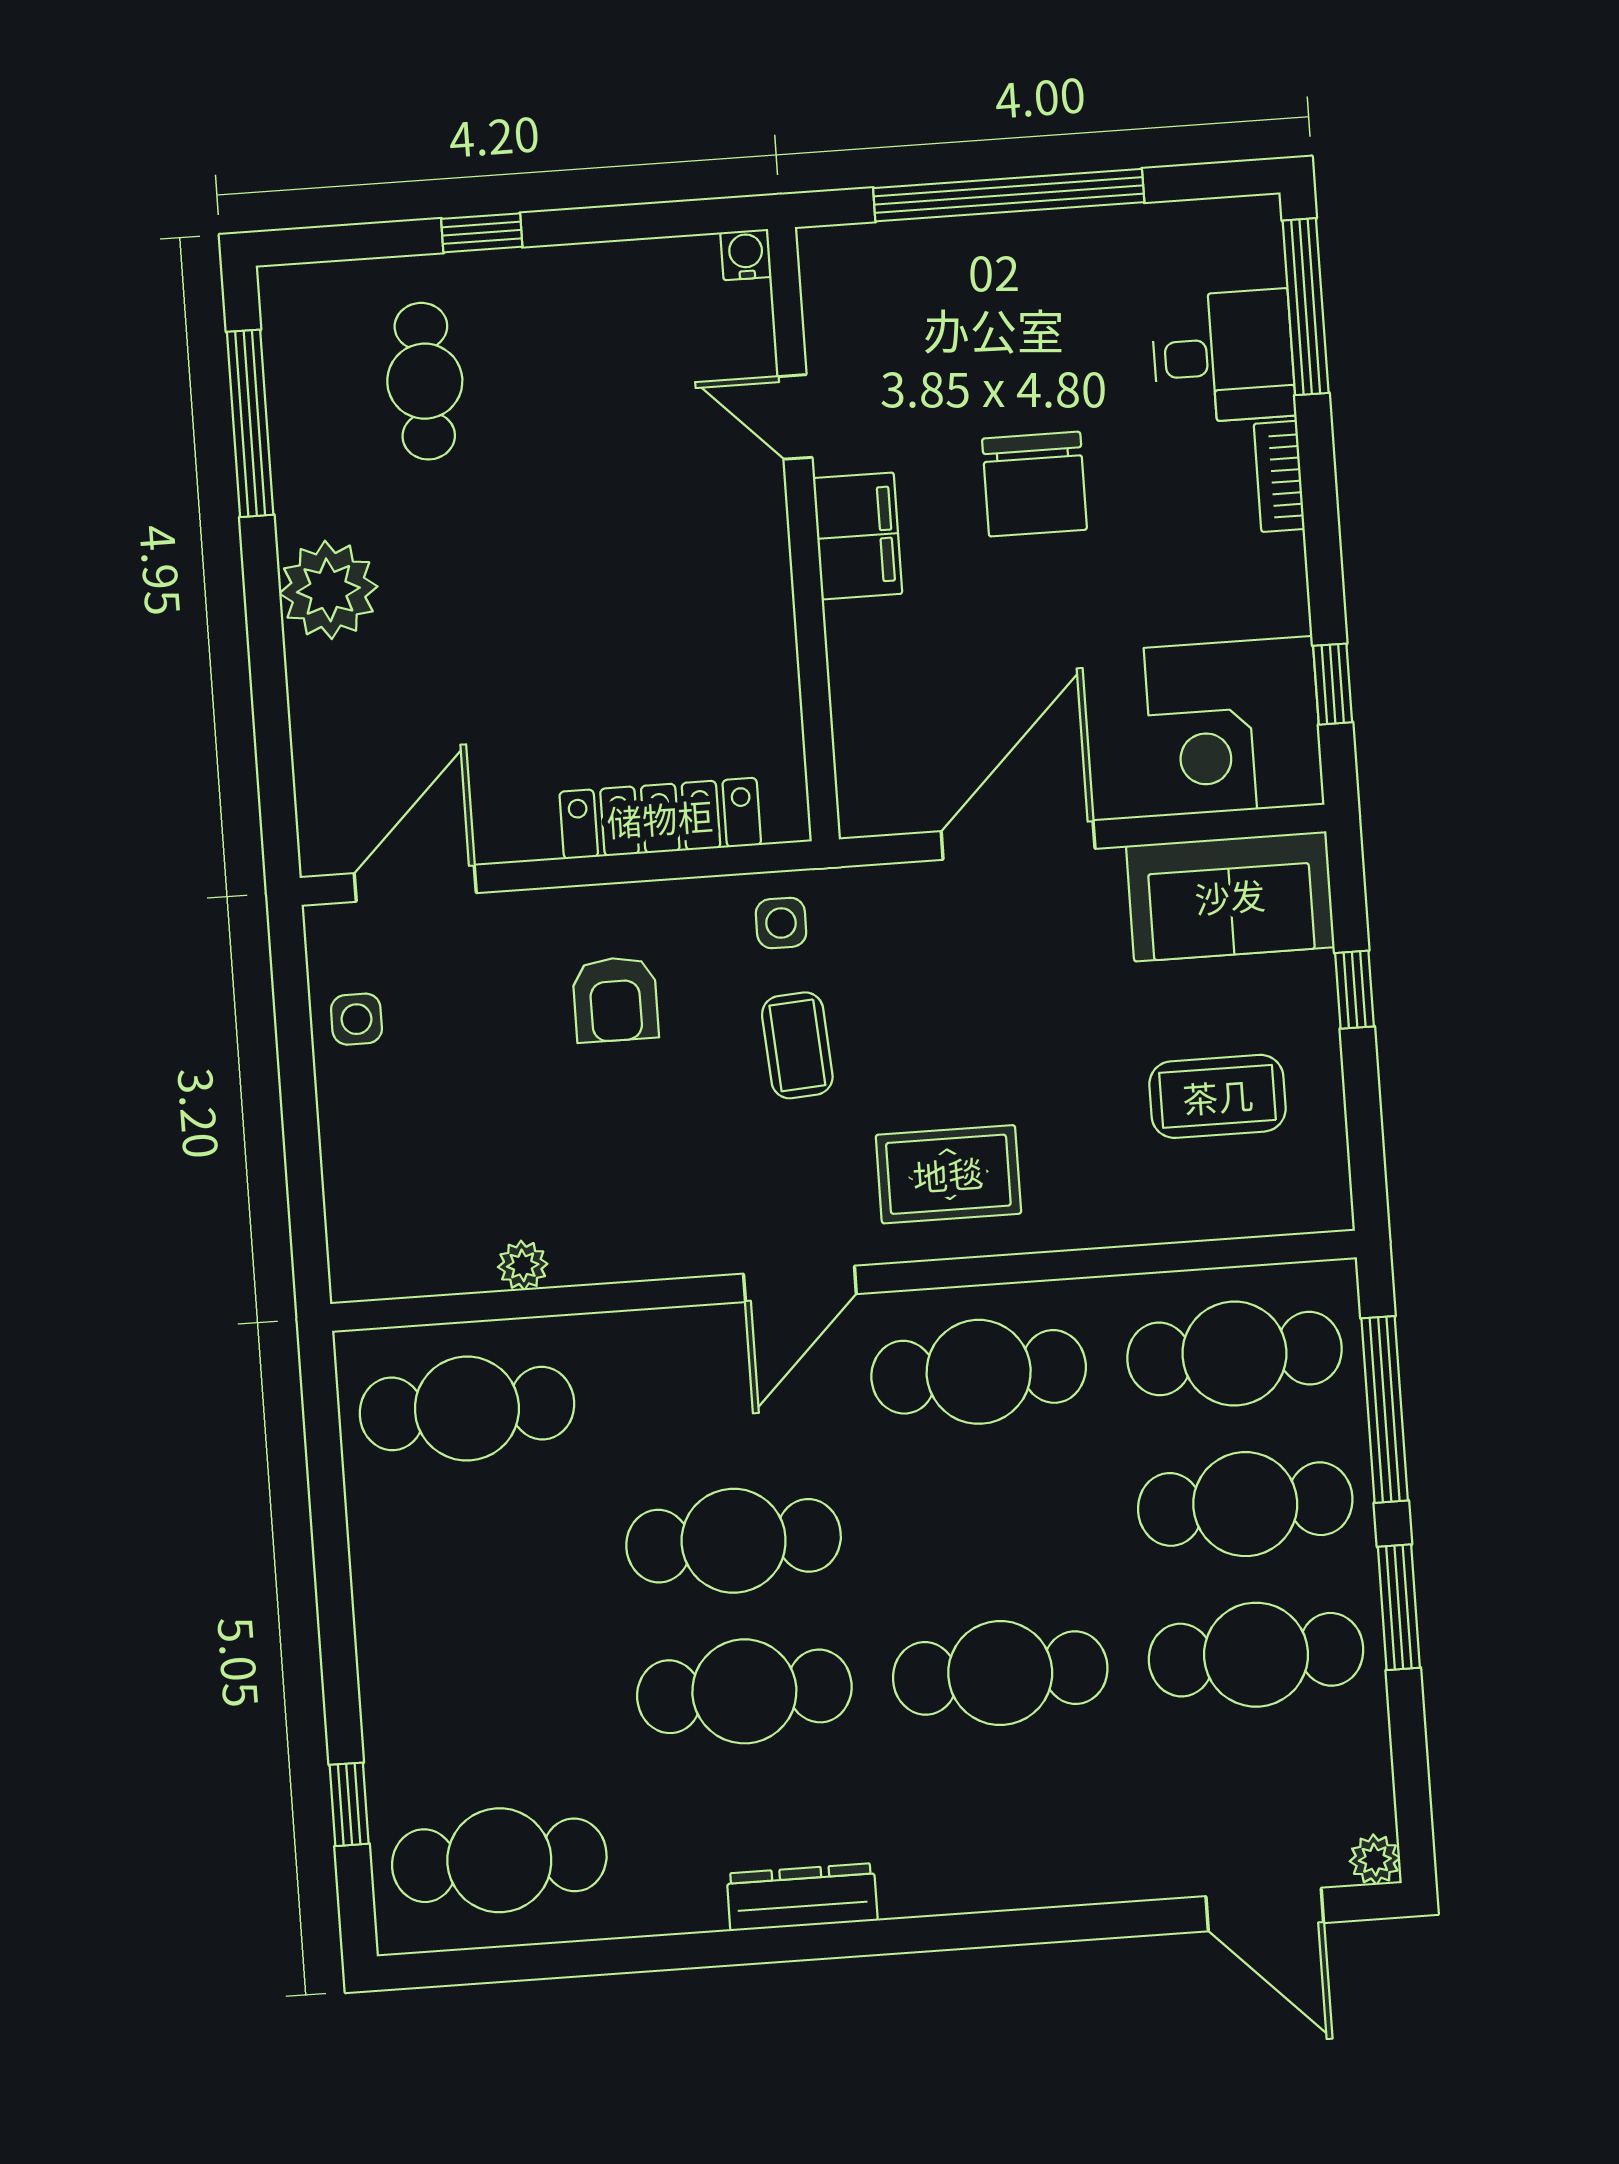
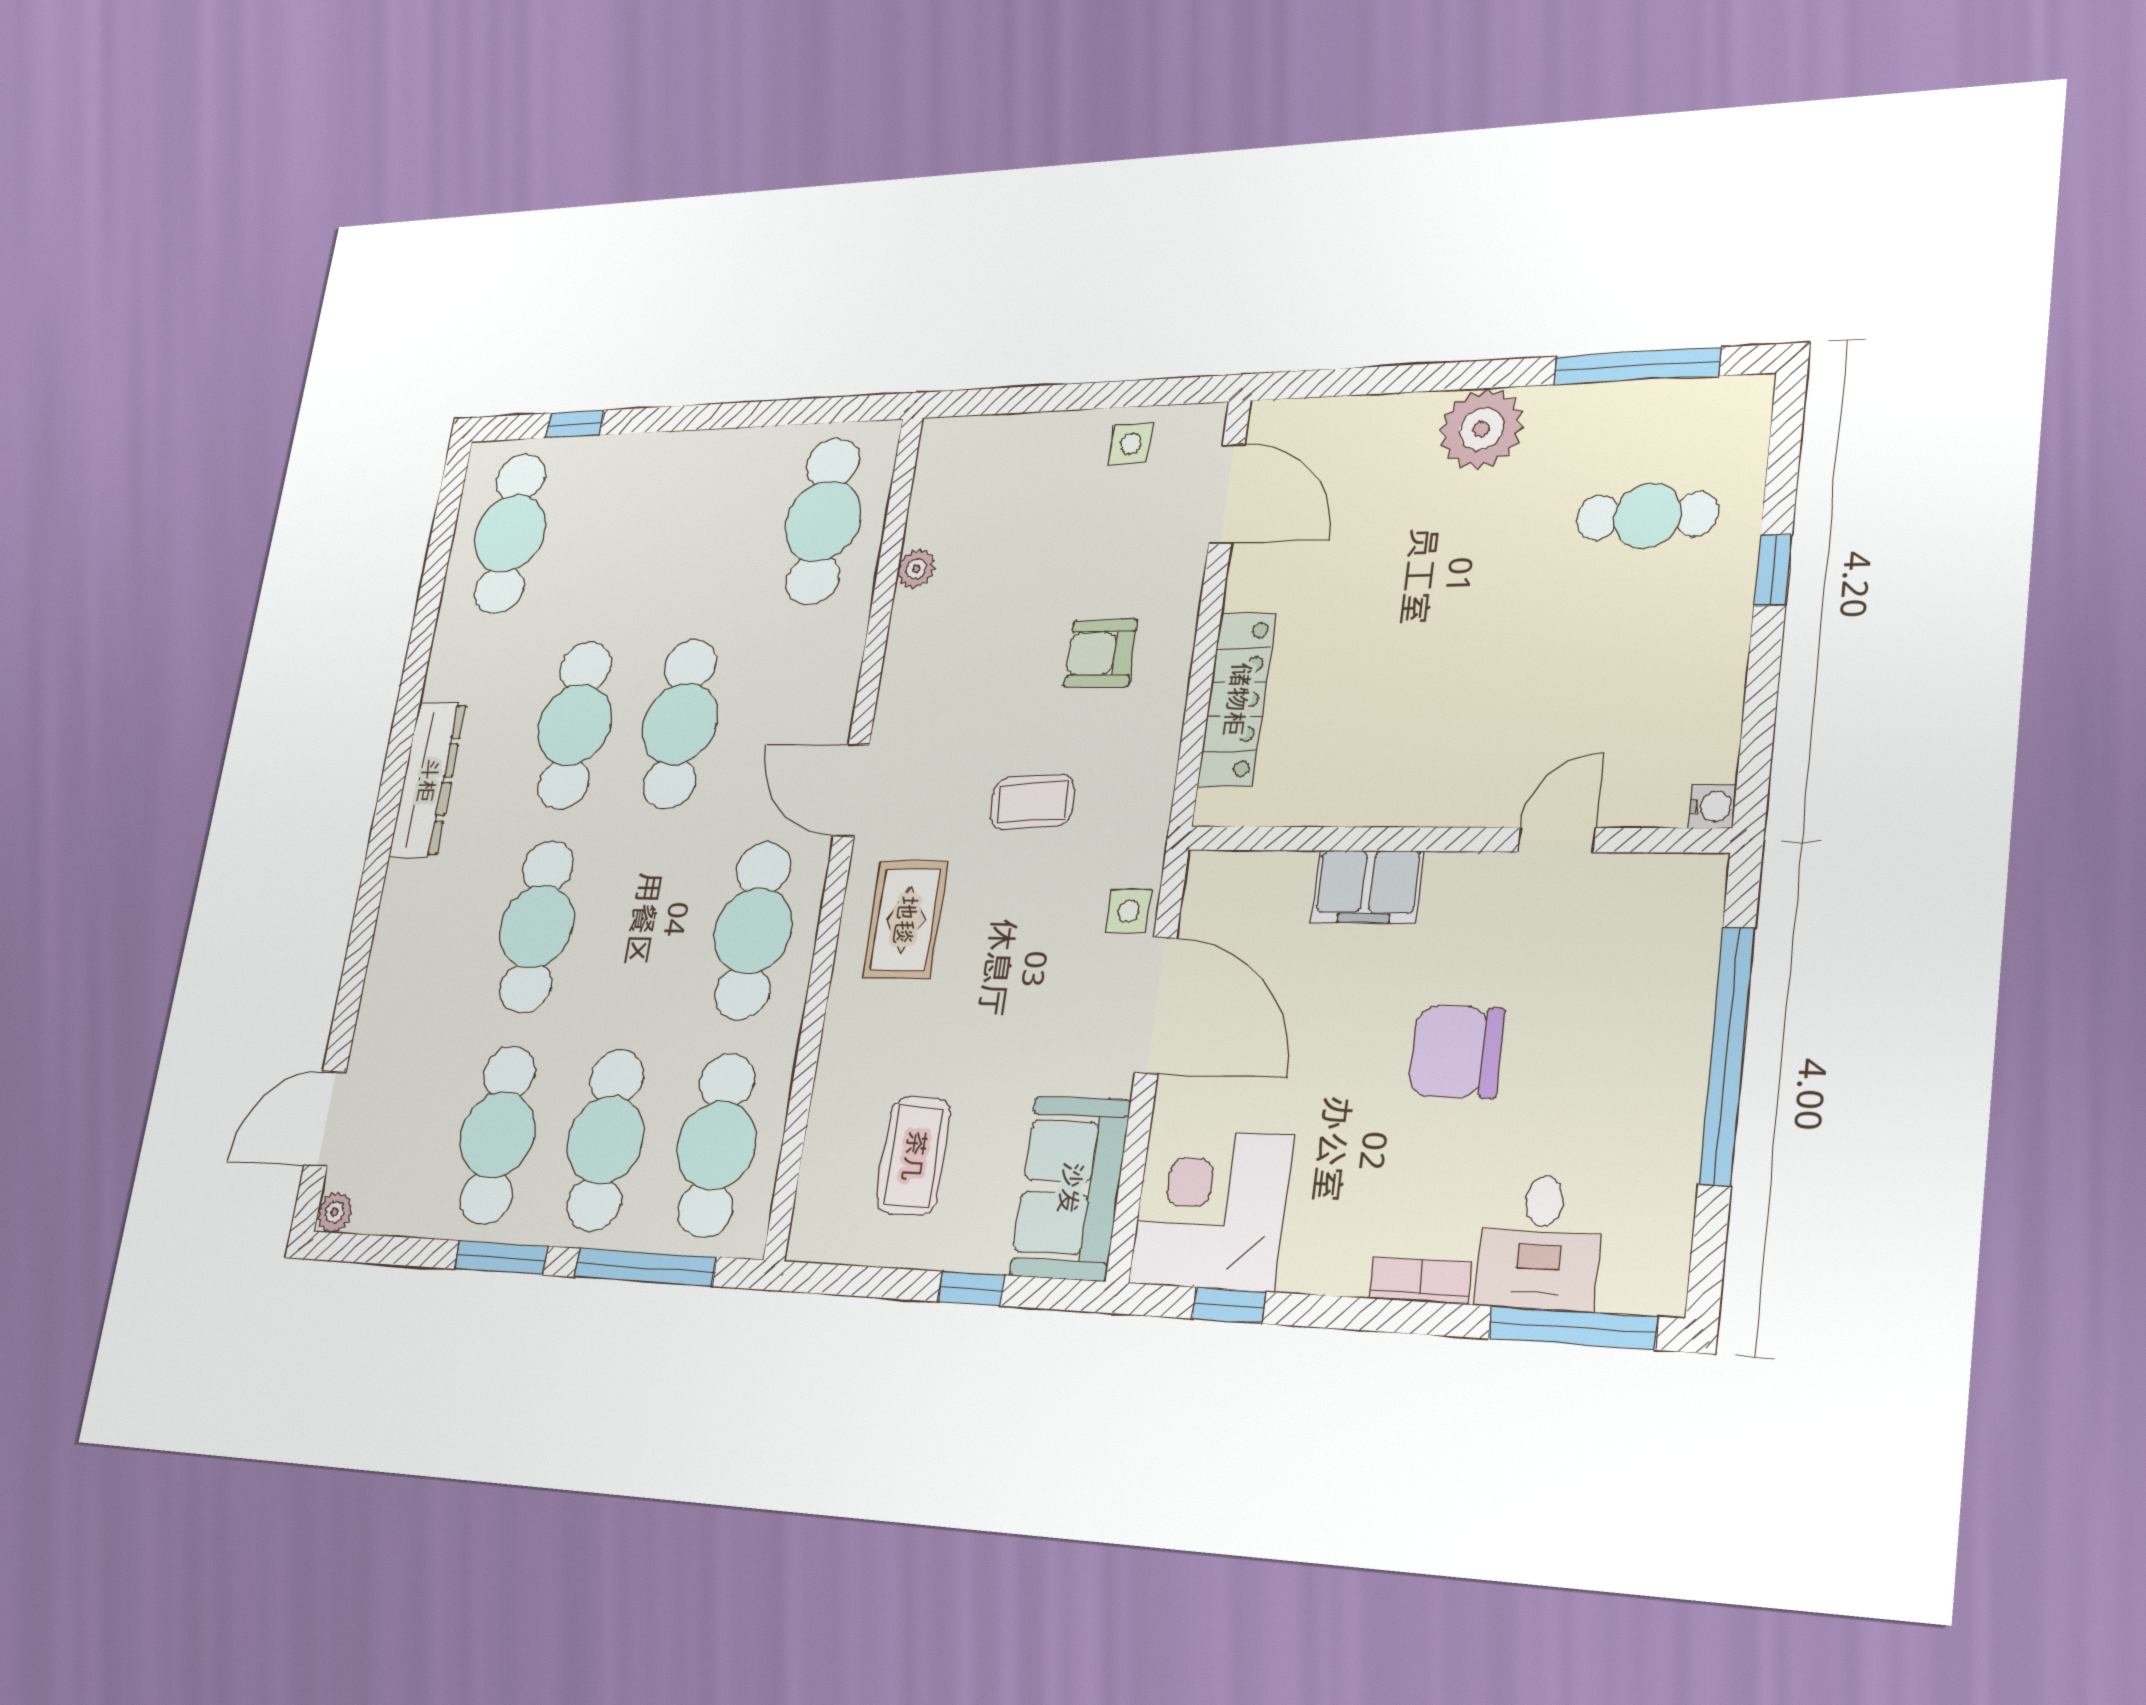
filing cabinet: (858, 536) -> (1367, 887), moved
side table: (781, 923) -> (1128, 911), moved
dresser: (802, 1897) -> (428, 780), width x1.37, depth x1.24

